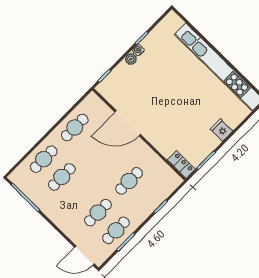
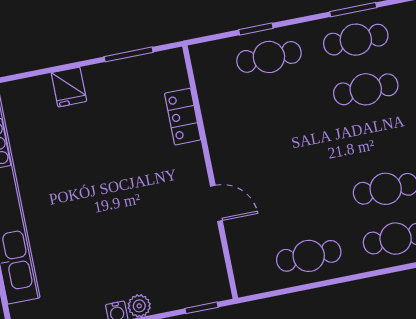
door: (128, 123) -> (216, 203), width x0.53
locker: (181, 165) -> (183, 117), moved
cafe table: (129, 181) -> (269, 57), moved

